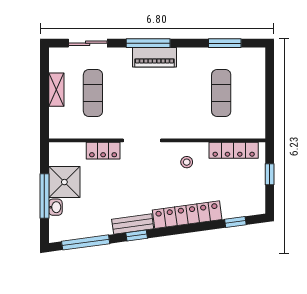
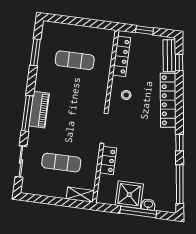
shelving: (56, 90) -> (80, 195), moved
bench: (133, 224) -> (169, 56), moved

